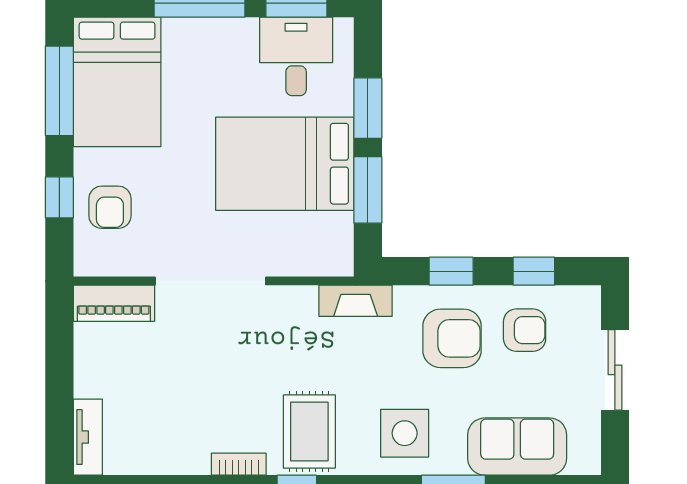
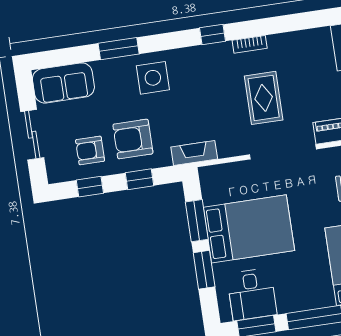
rug: (309, 432) -> (264, 98), moved
sofa: (517, 447) -> (63, 83), moved

